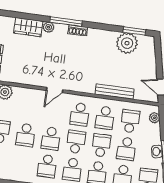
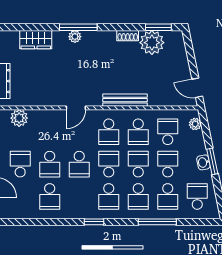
plant: (49, 27) -> (75, 37), moved
shoe rack: (78, 30) -> (128, 36), moved
bench: (115, 92) -> (125, 100), moved
school desk: (126, 149) -> (168, 164), turned 180
school desk: (47, 166) -> (50, 196), moved

